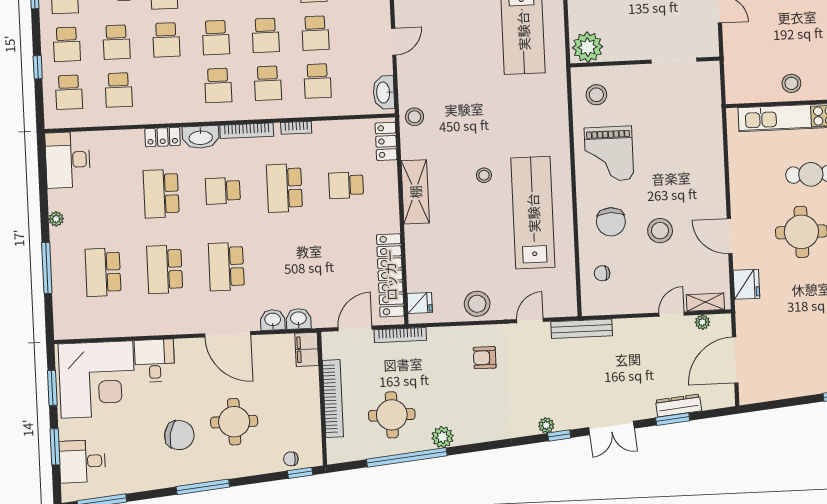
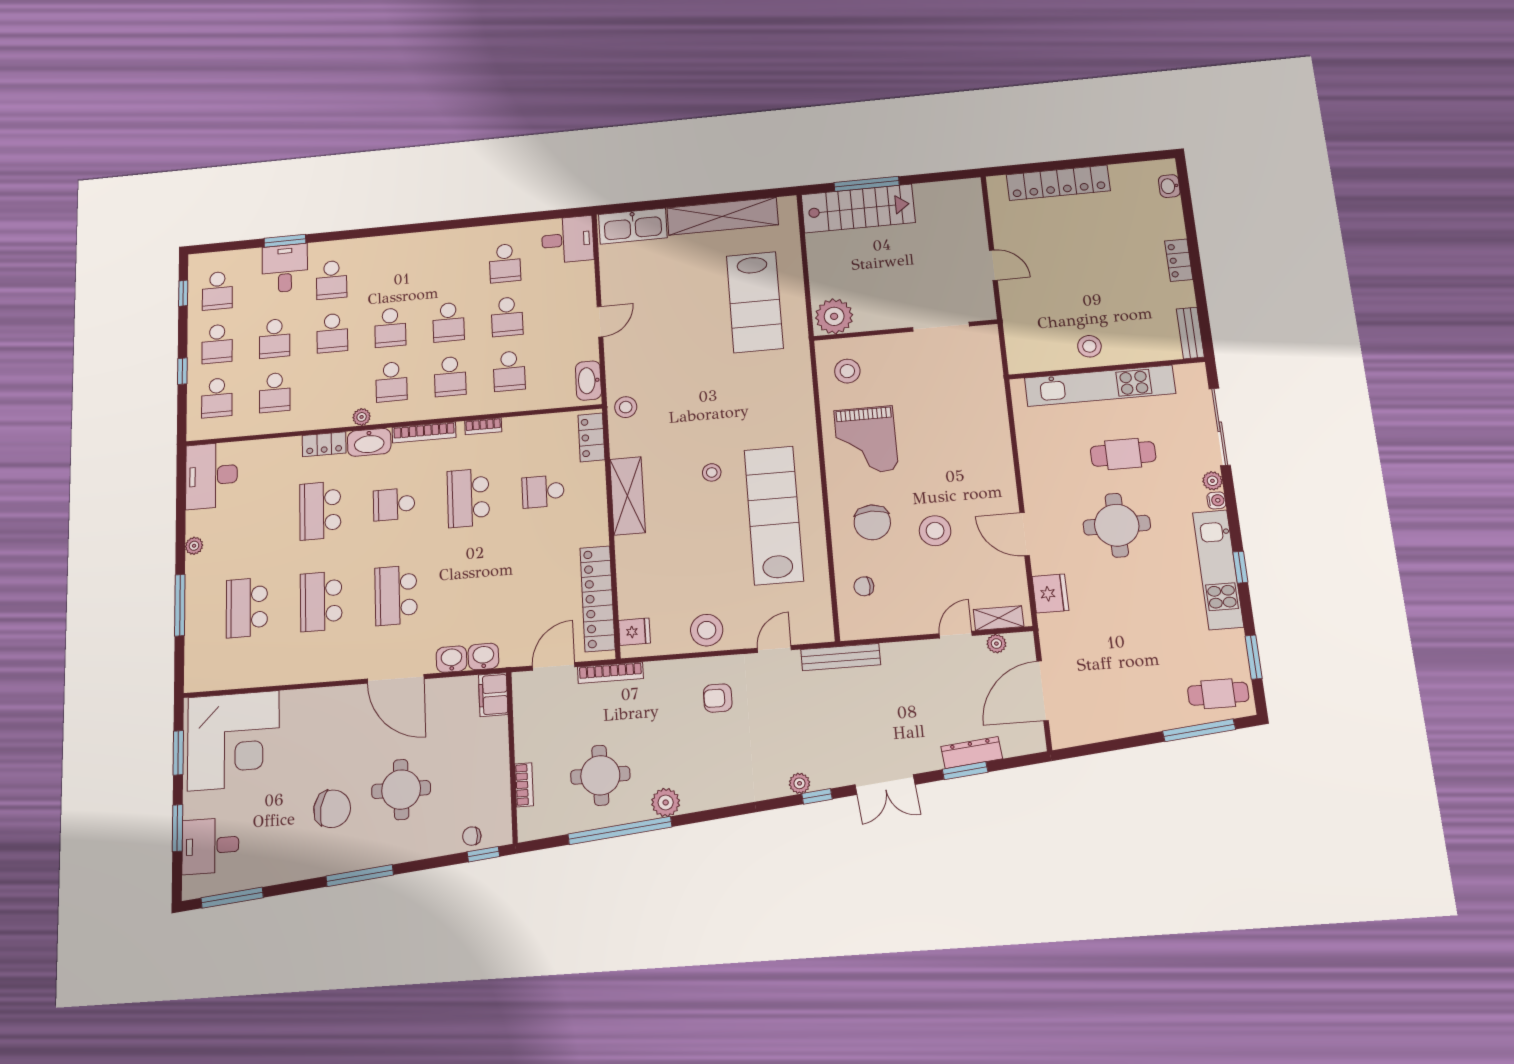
plant: (194, 115) -> (362, 417), added
desk: (155, 361) -> (305, 715), removed
bookcase: (333, 399) -> (524, 785), width x0.43, depth x0.76

